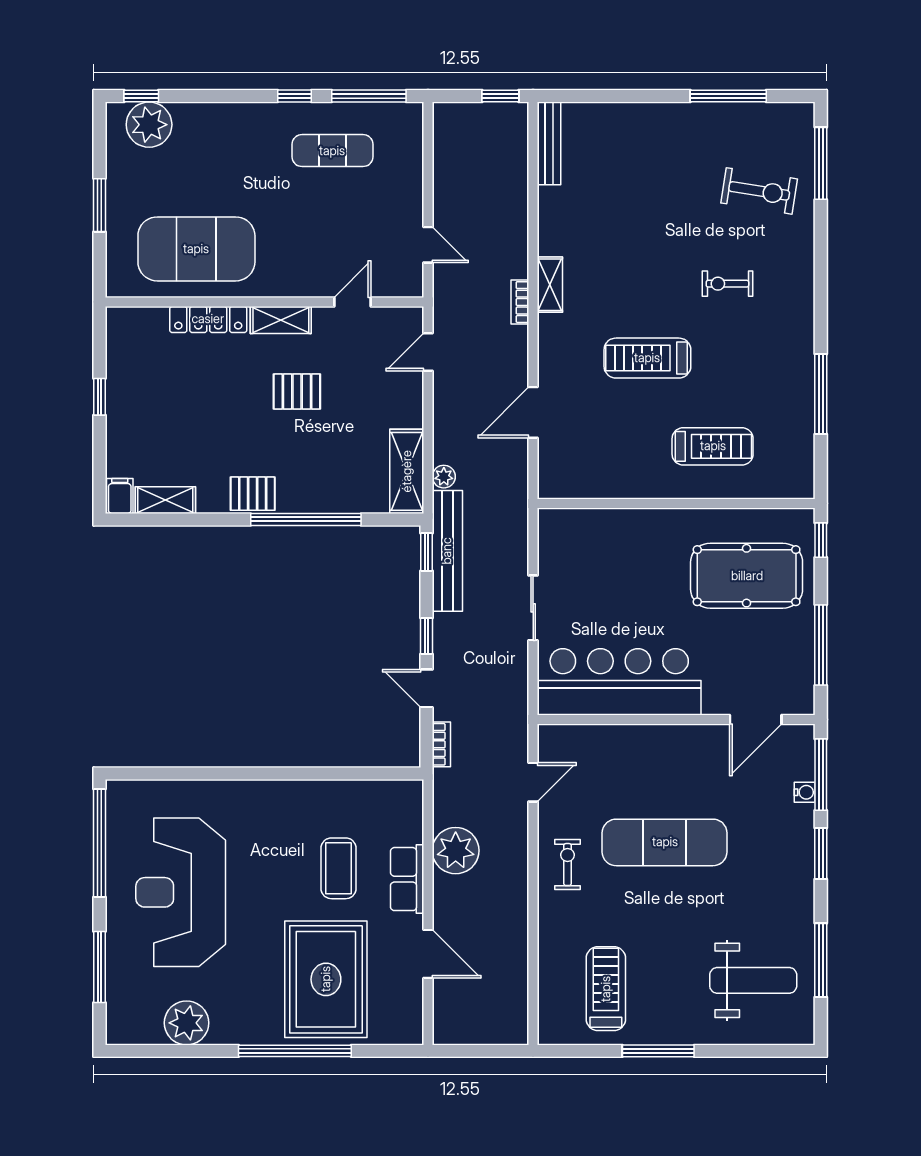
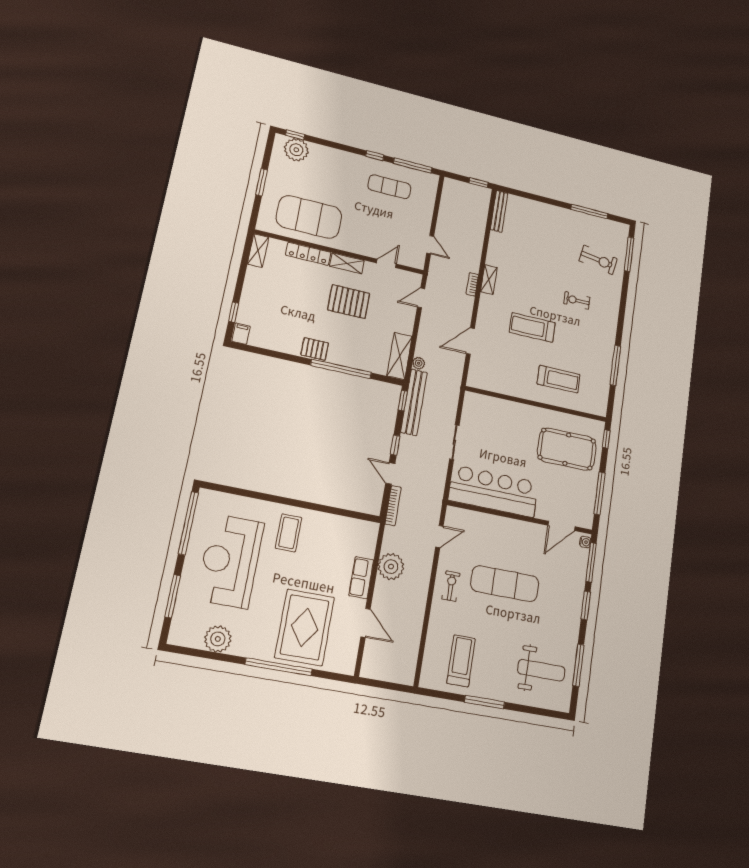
pallet: (297, 392) -> (349, 302), width x1.50, depth x1.42
window: (99, 397) -> (234, 312), moved
shelving: (165, 500) -> (258, 251), moved, turned 90
bookcase: (441, 744) -> (393, 506), width x1.56
water cooler: (805, 792) -> (585, 542), moved
coffee table: (339, 868) -> (289, 533), moved

